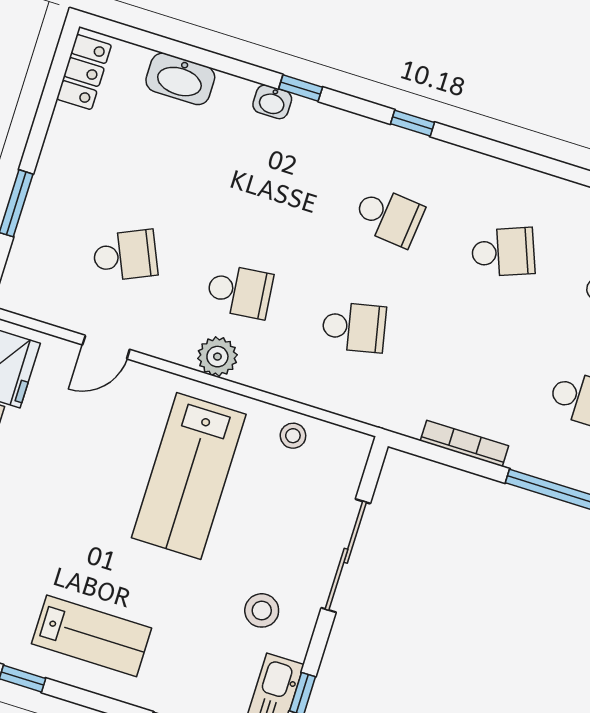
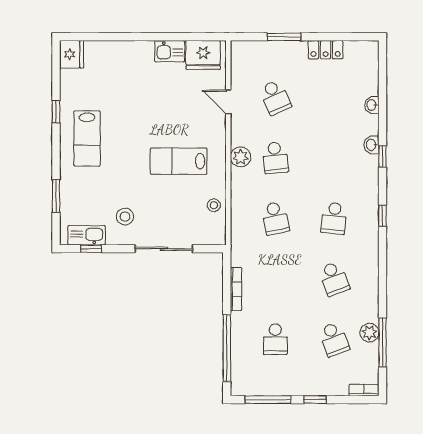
locker: (84, 72) -> (326, 50), moved
washbasin: (180, 79) -> (372, 105), width x0.52, depth x0.69
lab bench: (189, 476) -> (179, 161), width x0.73, depth x0.72

